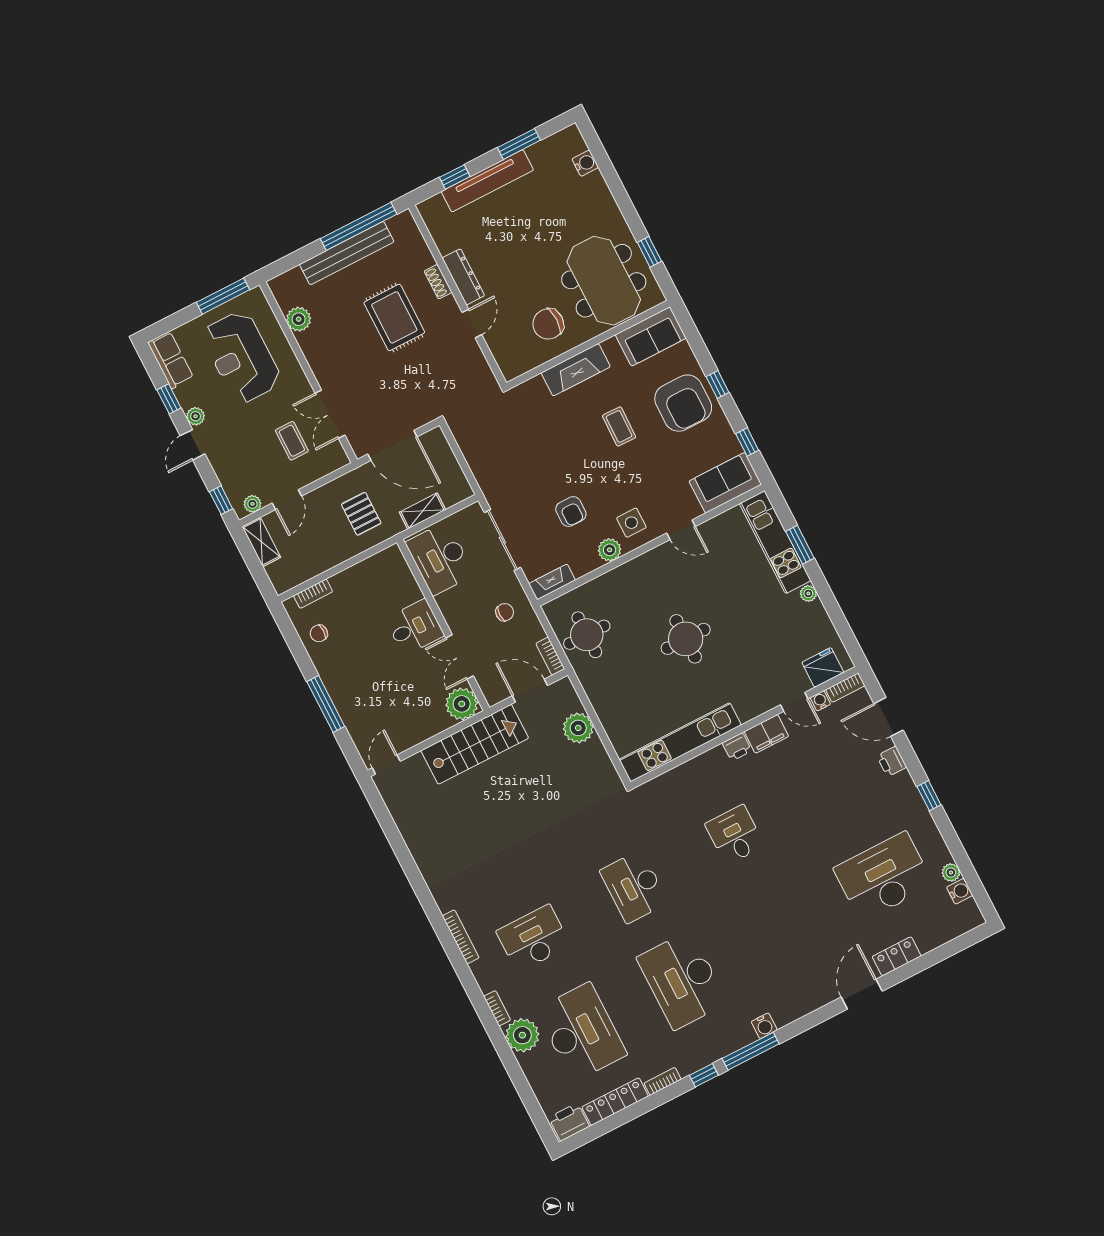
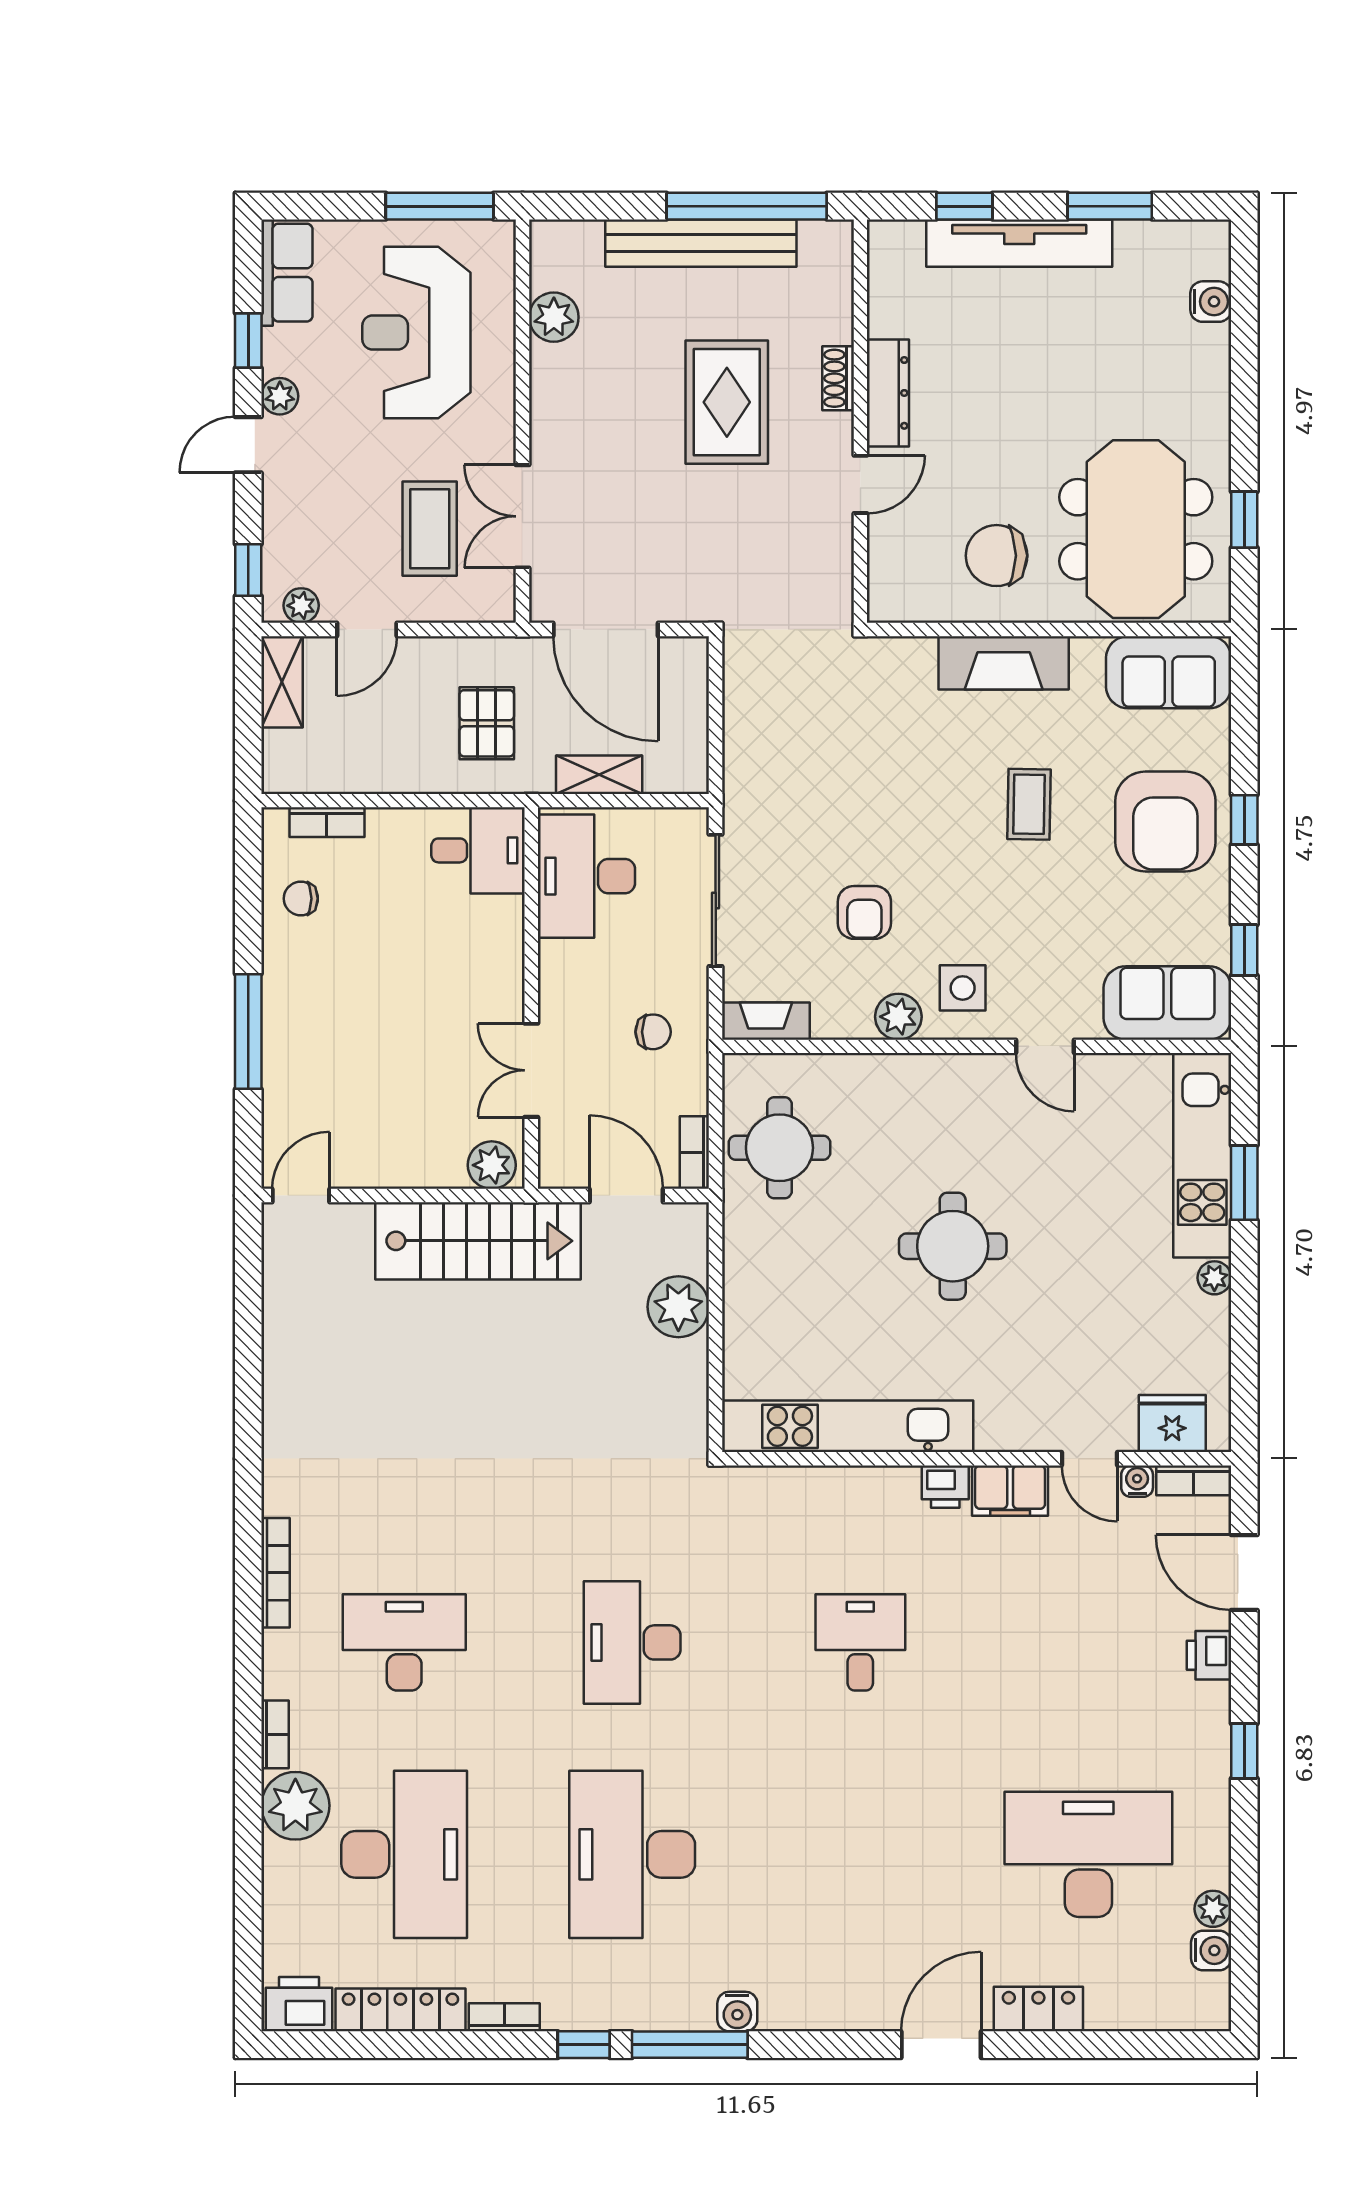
coffee table: (292, 441) -> (430, 529), width x1.36, depth x1.30
desk: (415, 627) -> (478, 850), moved
plant: (462, 704) -> (492, 1165), width x0.73, depth x0.73

